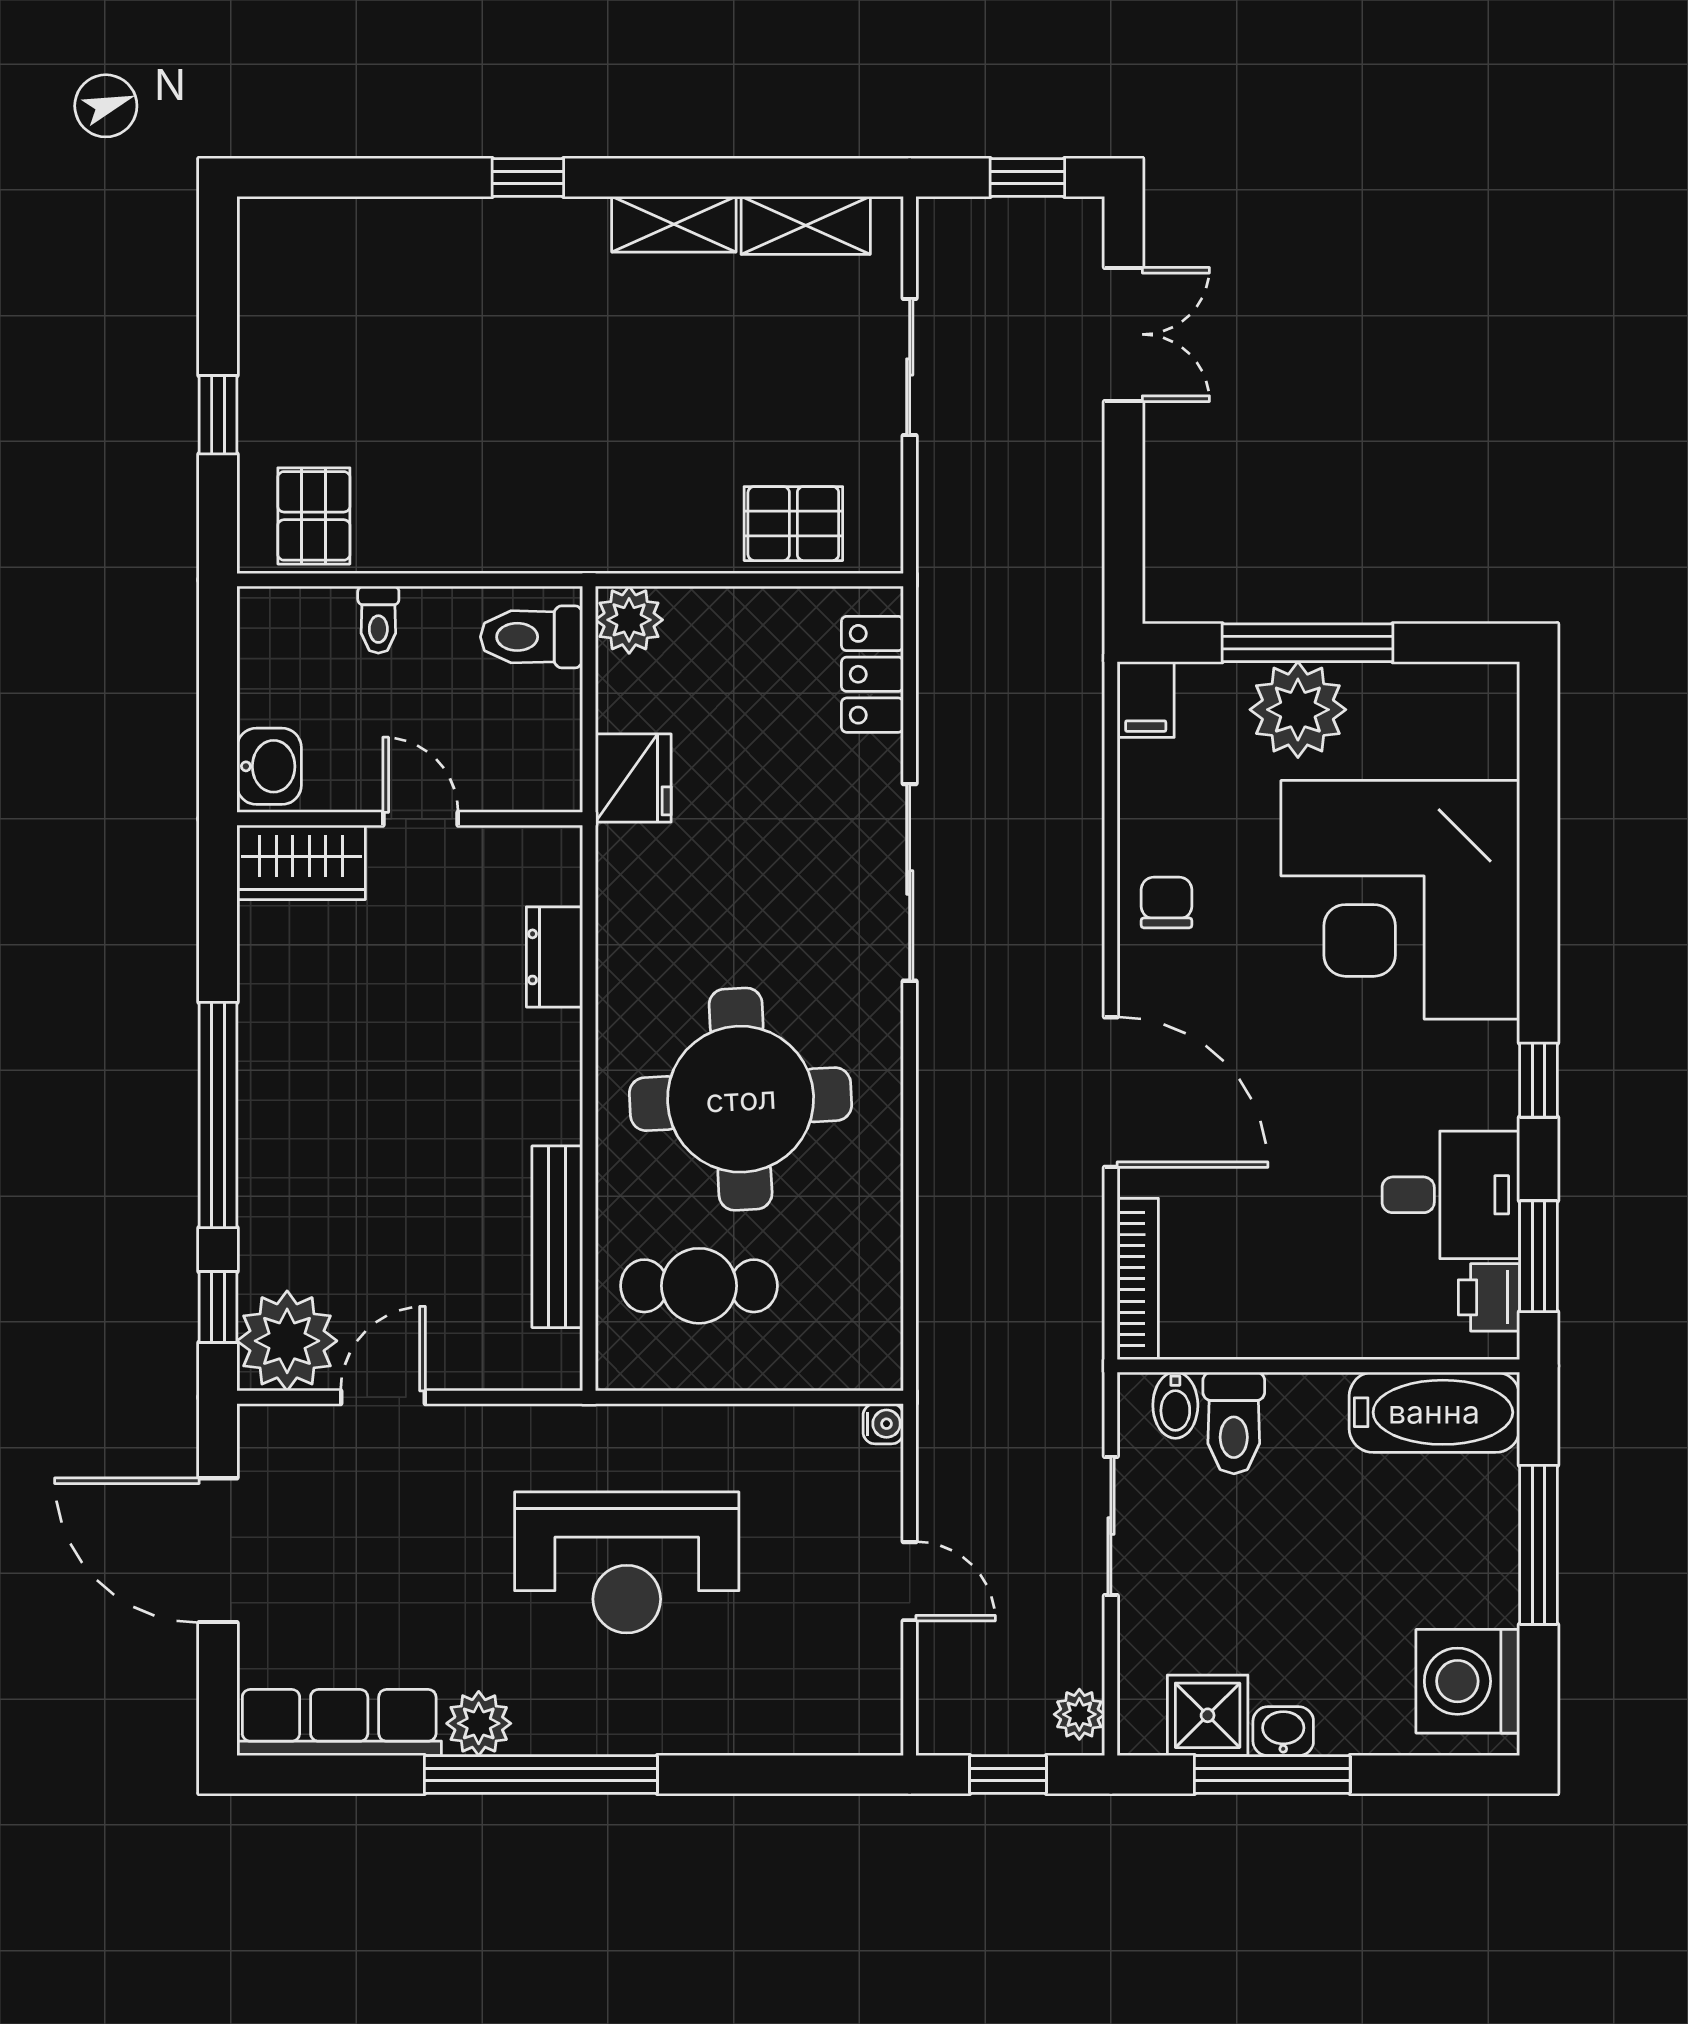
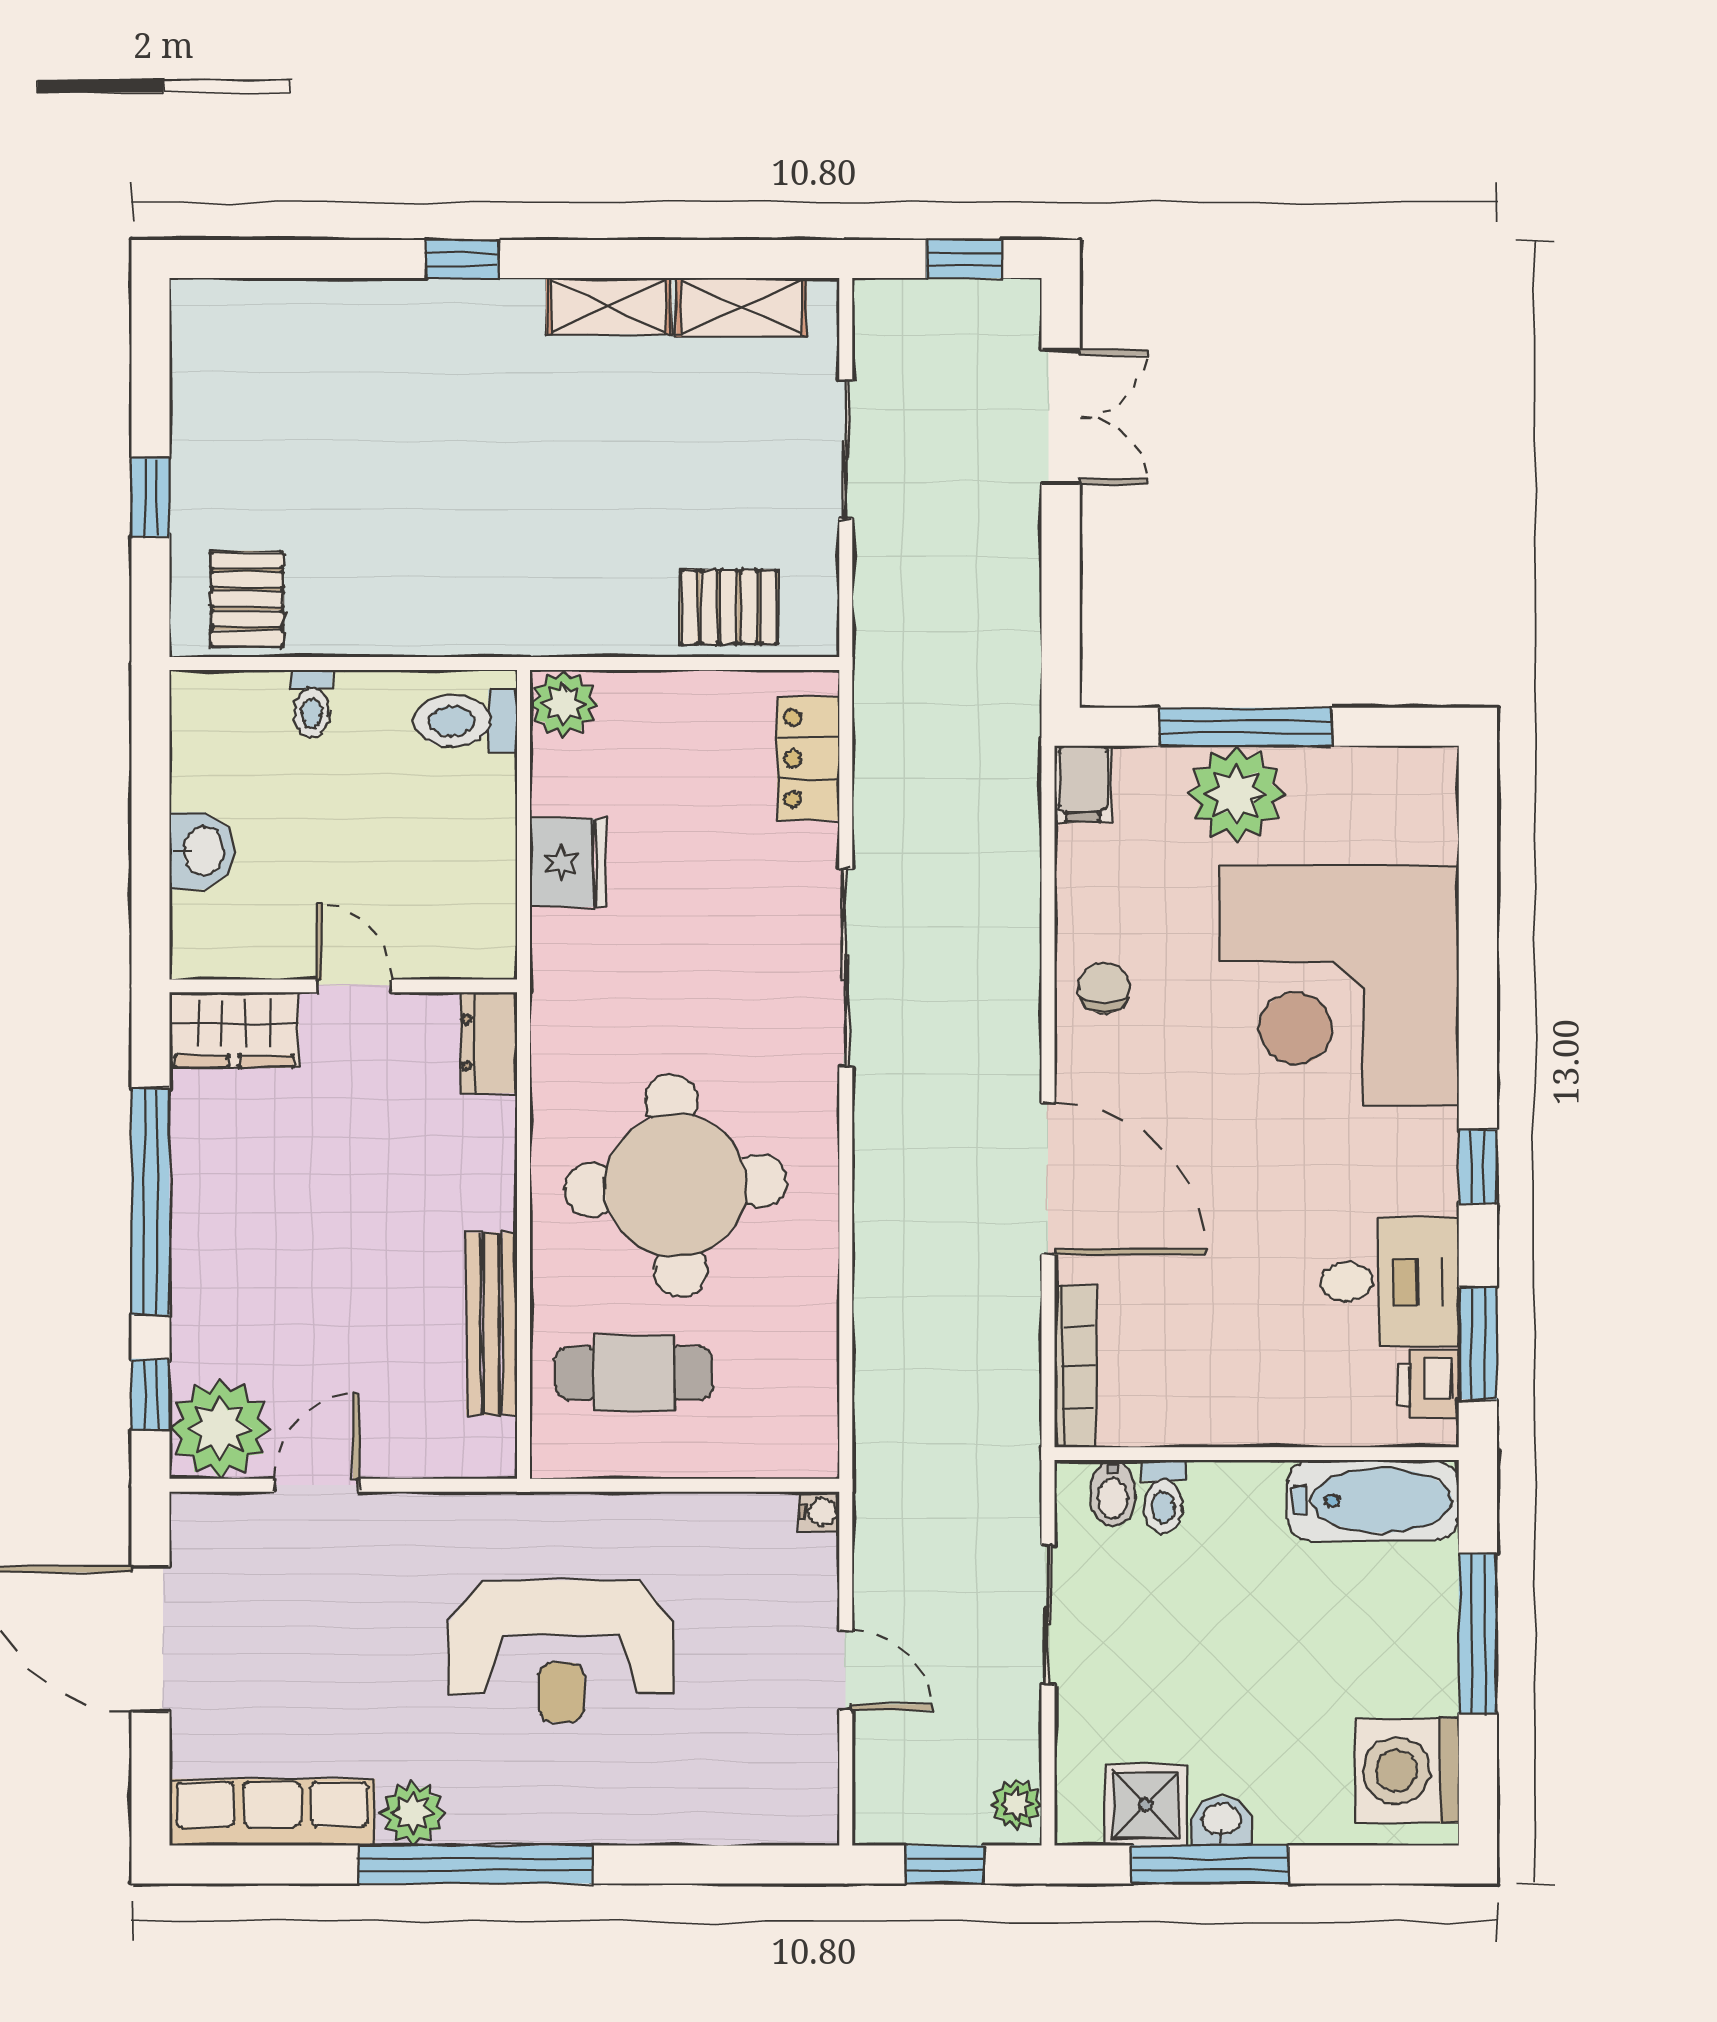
wall: (410, 819) -> (343, 986), moved
door: (420, 819) -> (354, 986), moved
wardrobe: (301, 862) -> (234, 1030), moved
toilet: (1234, 1423) -> (1163, 1497), width x0.73, depth x0.72

